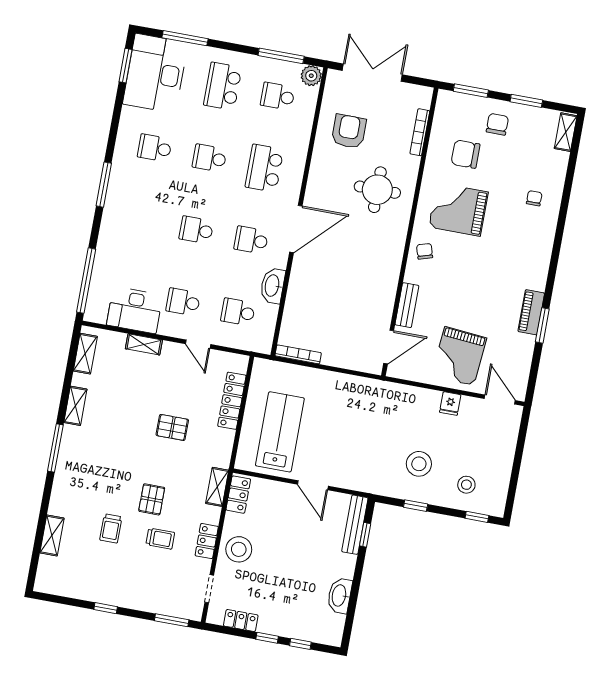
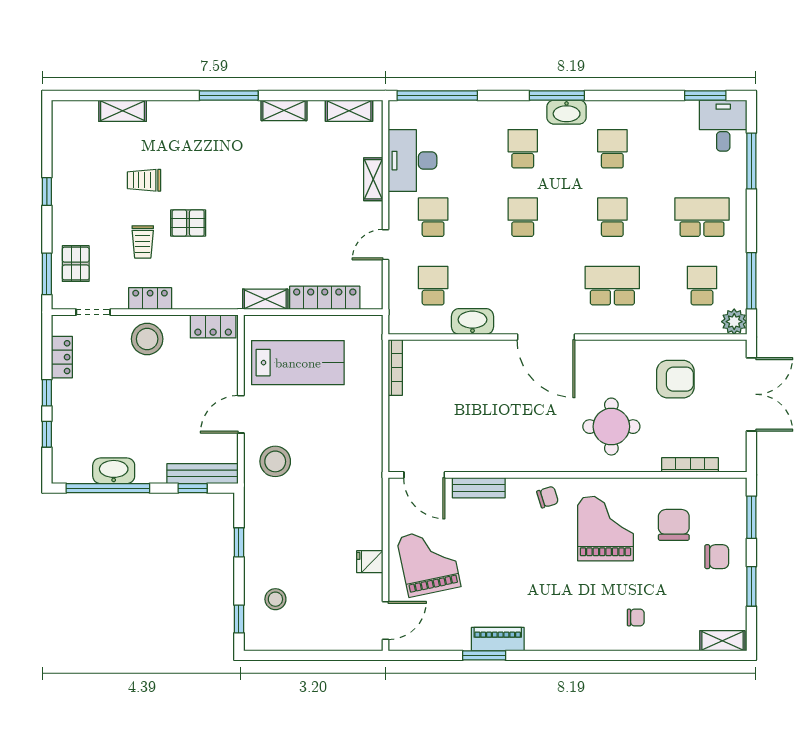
desk: (155, 73) -> (723, 126), width x0.53, depth x0.77
washbasin: (118, 179) -> (567, 112), added
school desk: (251, 240) -> (523, 149), moved
grand piano: (459, 356) -> (429, 562), turned 73
pallet: (172, 427) -> (76, 264), moved
stool: (419, 464) -> (275, 461), moved
shelving: (217, 487) -> (265, 299), moved
window: (353, 603) -> (108, 488), added

